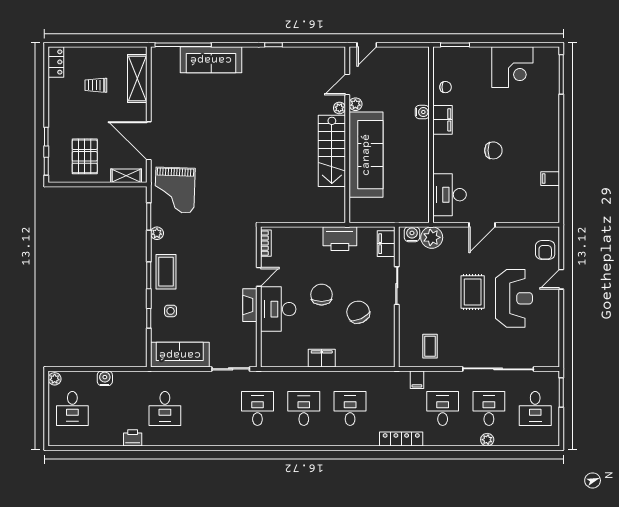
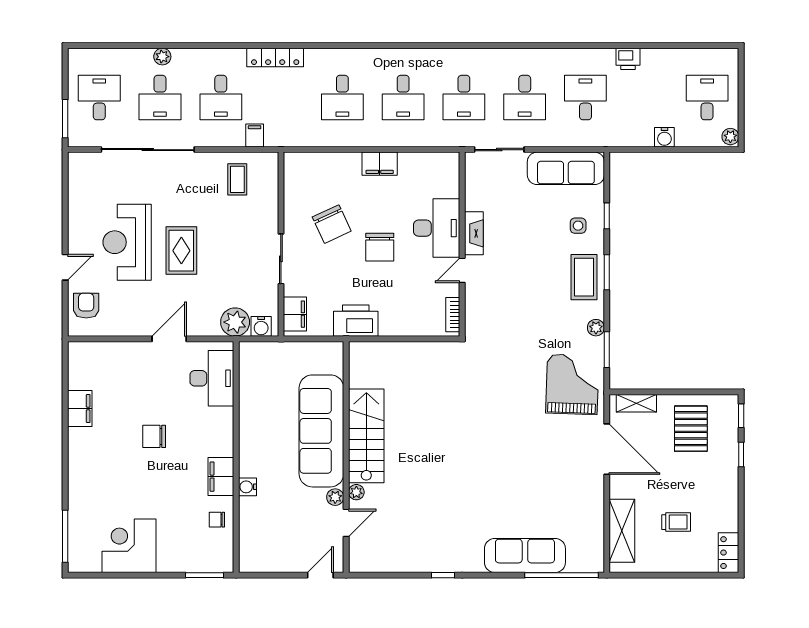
filing cabinet: (550, 179) -> (80, 409), width x2.00
desk: (211, 408) -> (525, 98), added

